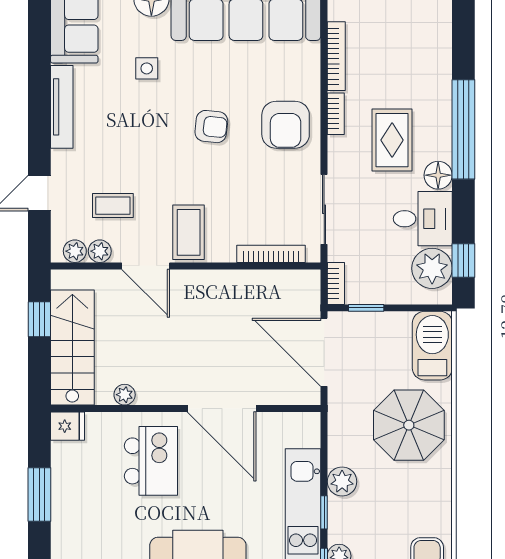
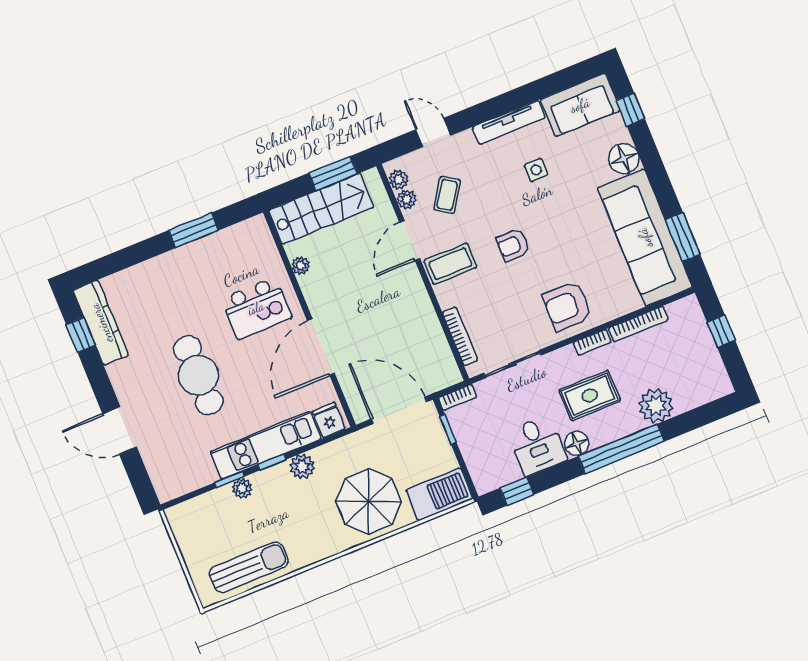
side table: (147, 68) -> (536, 170), moved
armchair: (211, 127) -> (513, 245), moved, turned 84
coffee table: (113, 206) -> (447, 195), turned 34
plant: (432, 268) -> (656, 406), moved
window: (39, 319) -> (333, 173), width x1.50
door: (324, 352) -> (399, 410), hinge flipped
fridge: (67, 426) -> (329, 420), moved, turned 180

